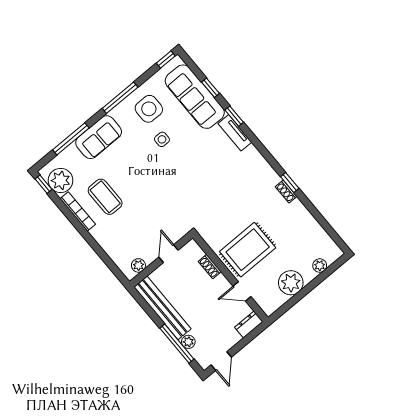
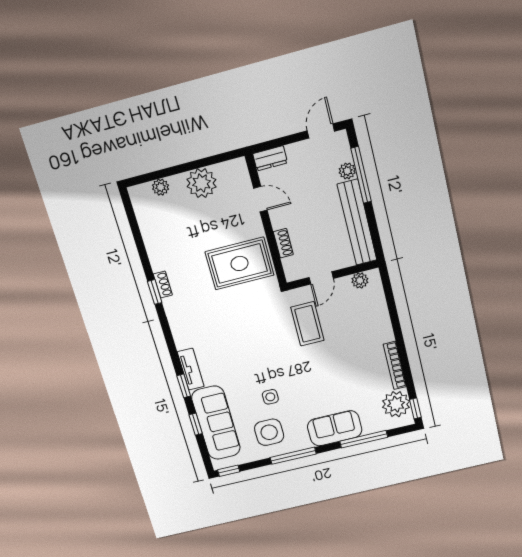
coffee table: (105, 197) -> (307, 324), moved
rug: (248, 250) -> (239, 263), moved

